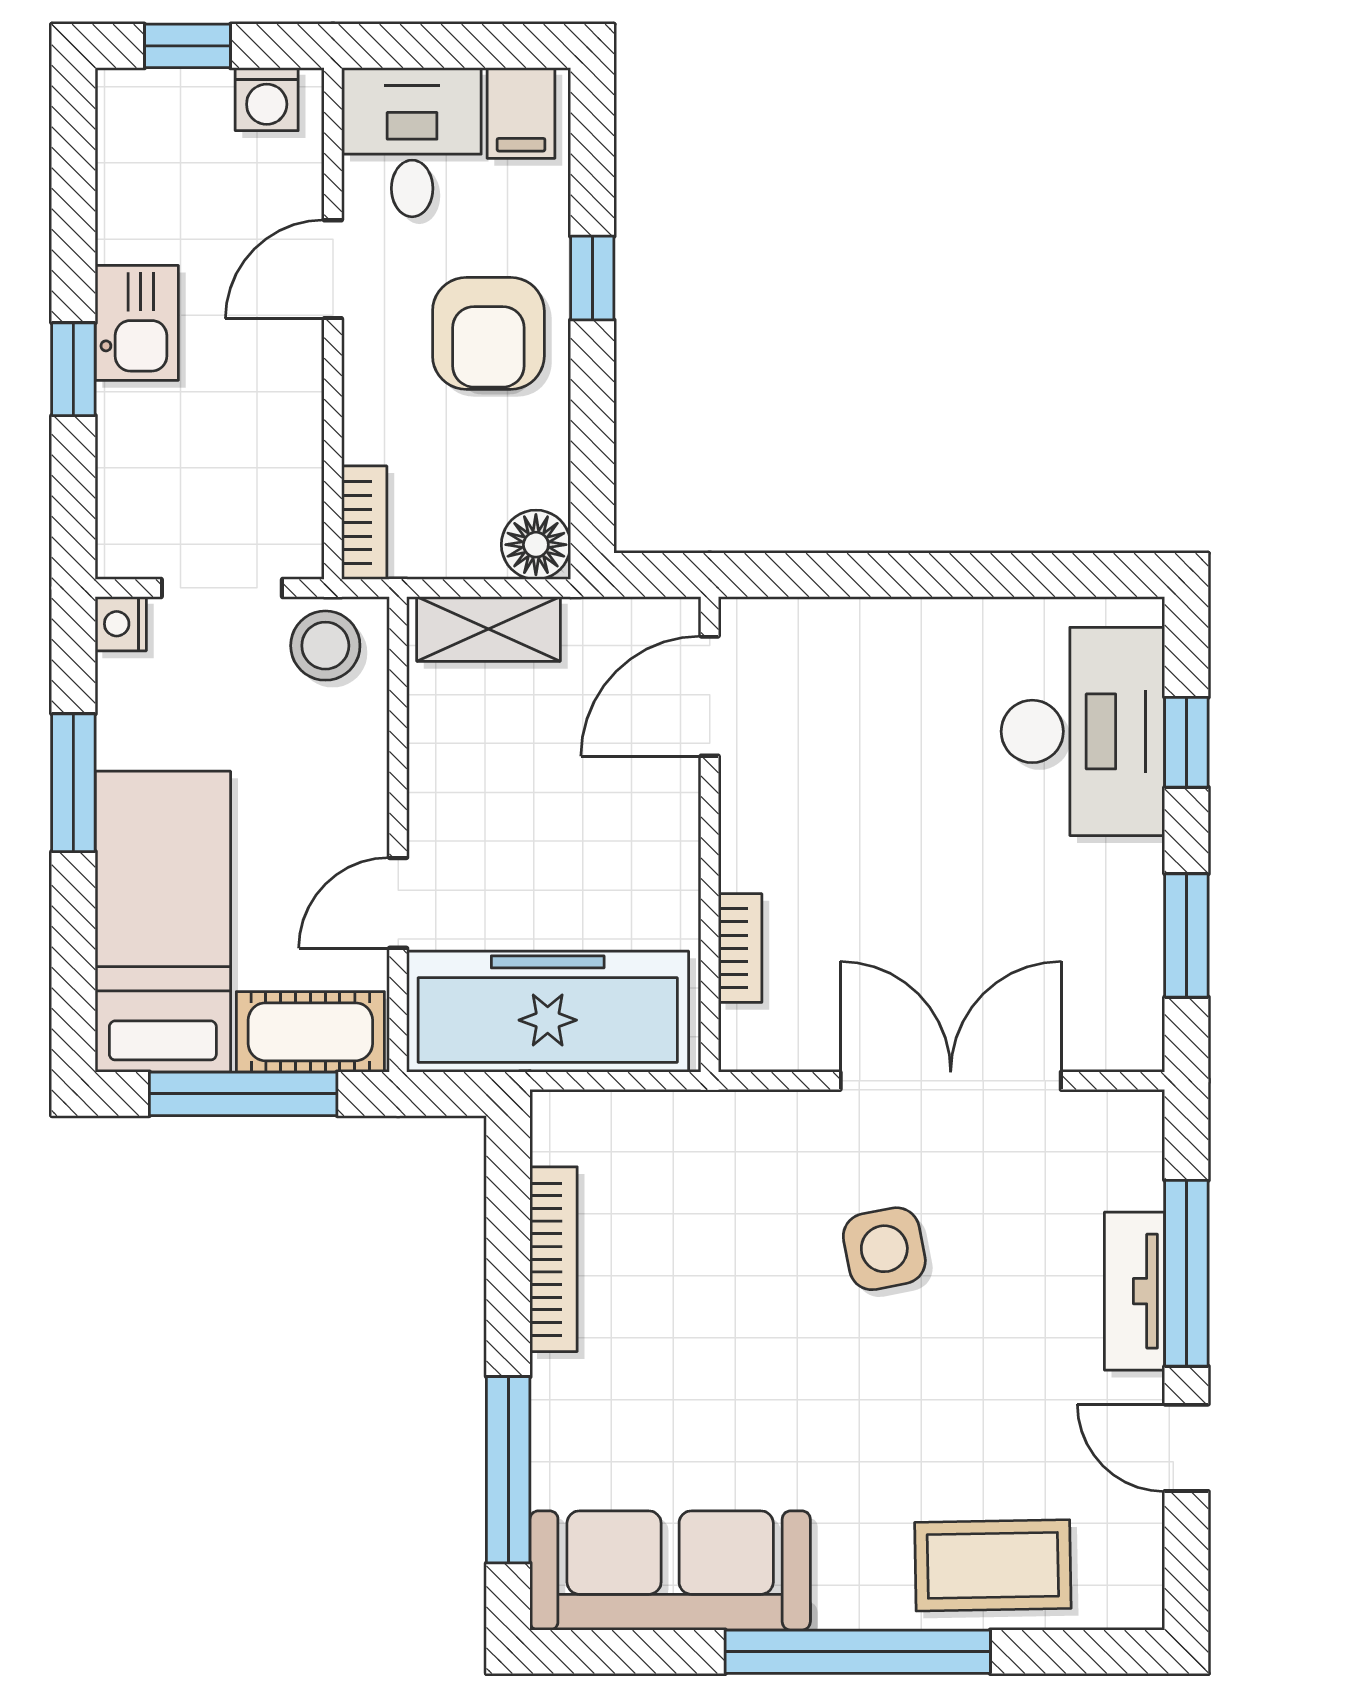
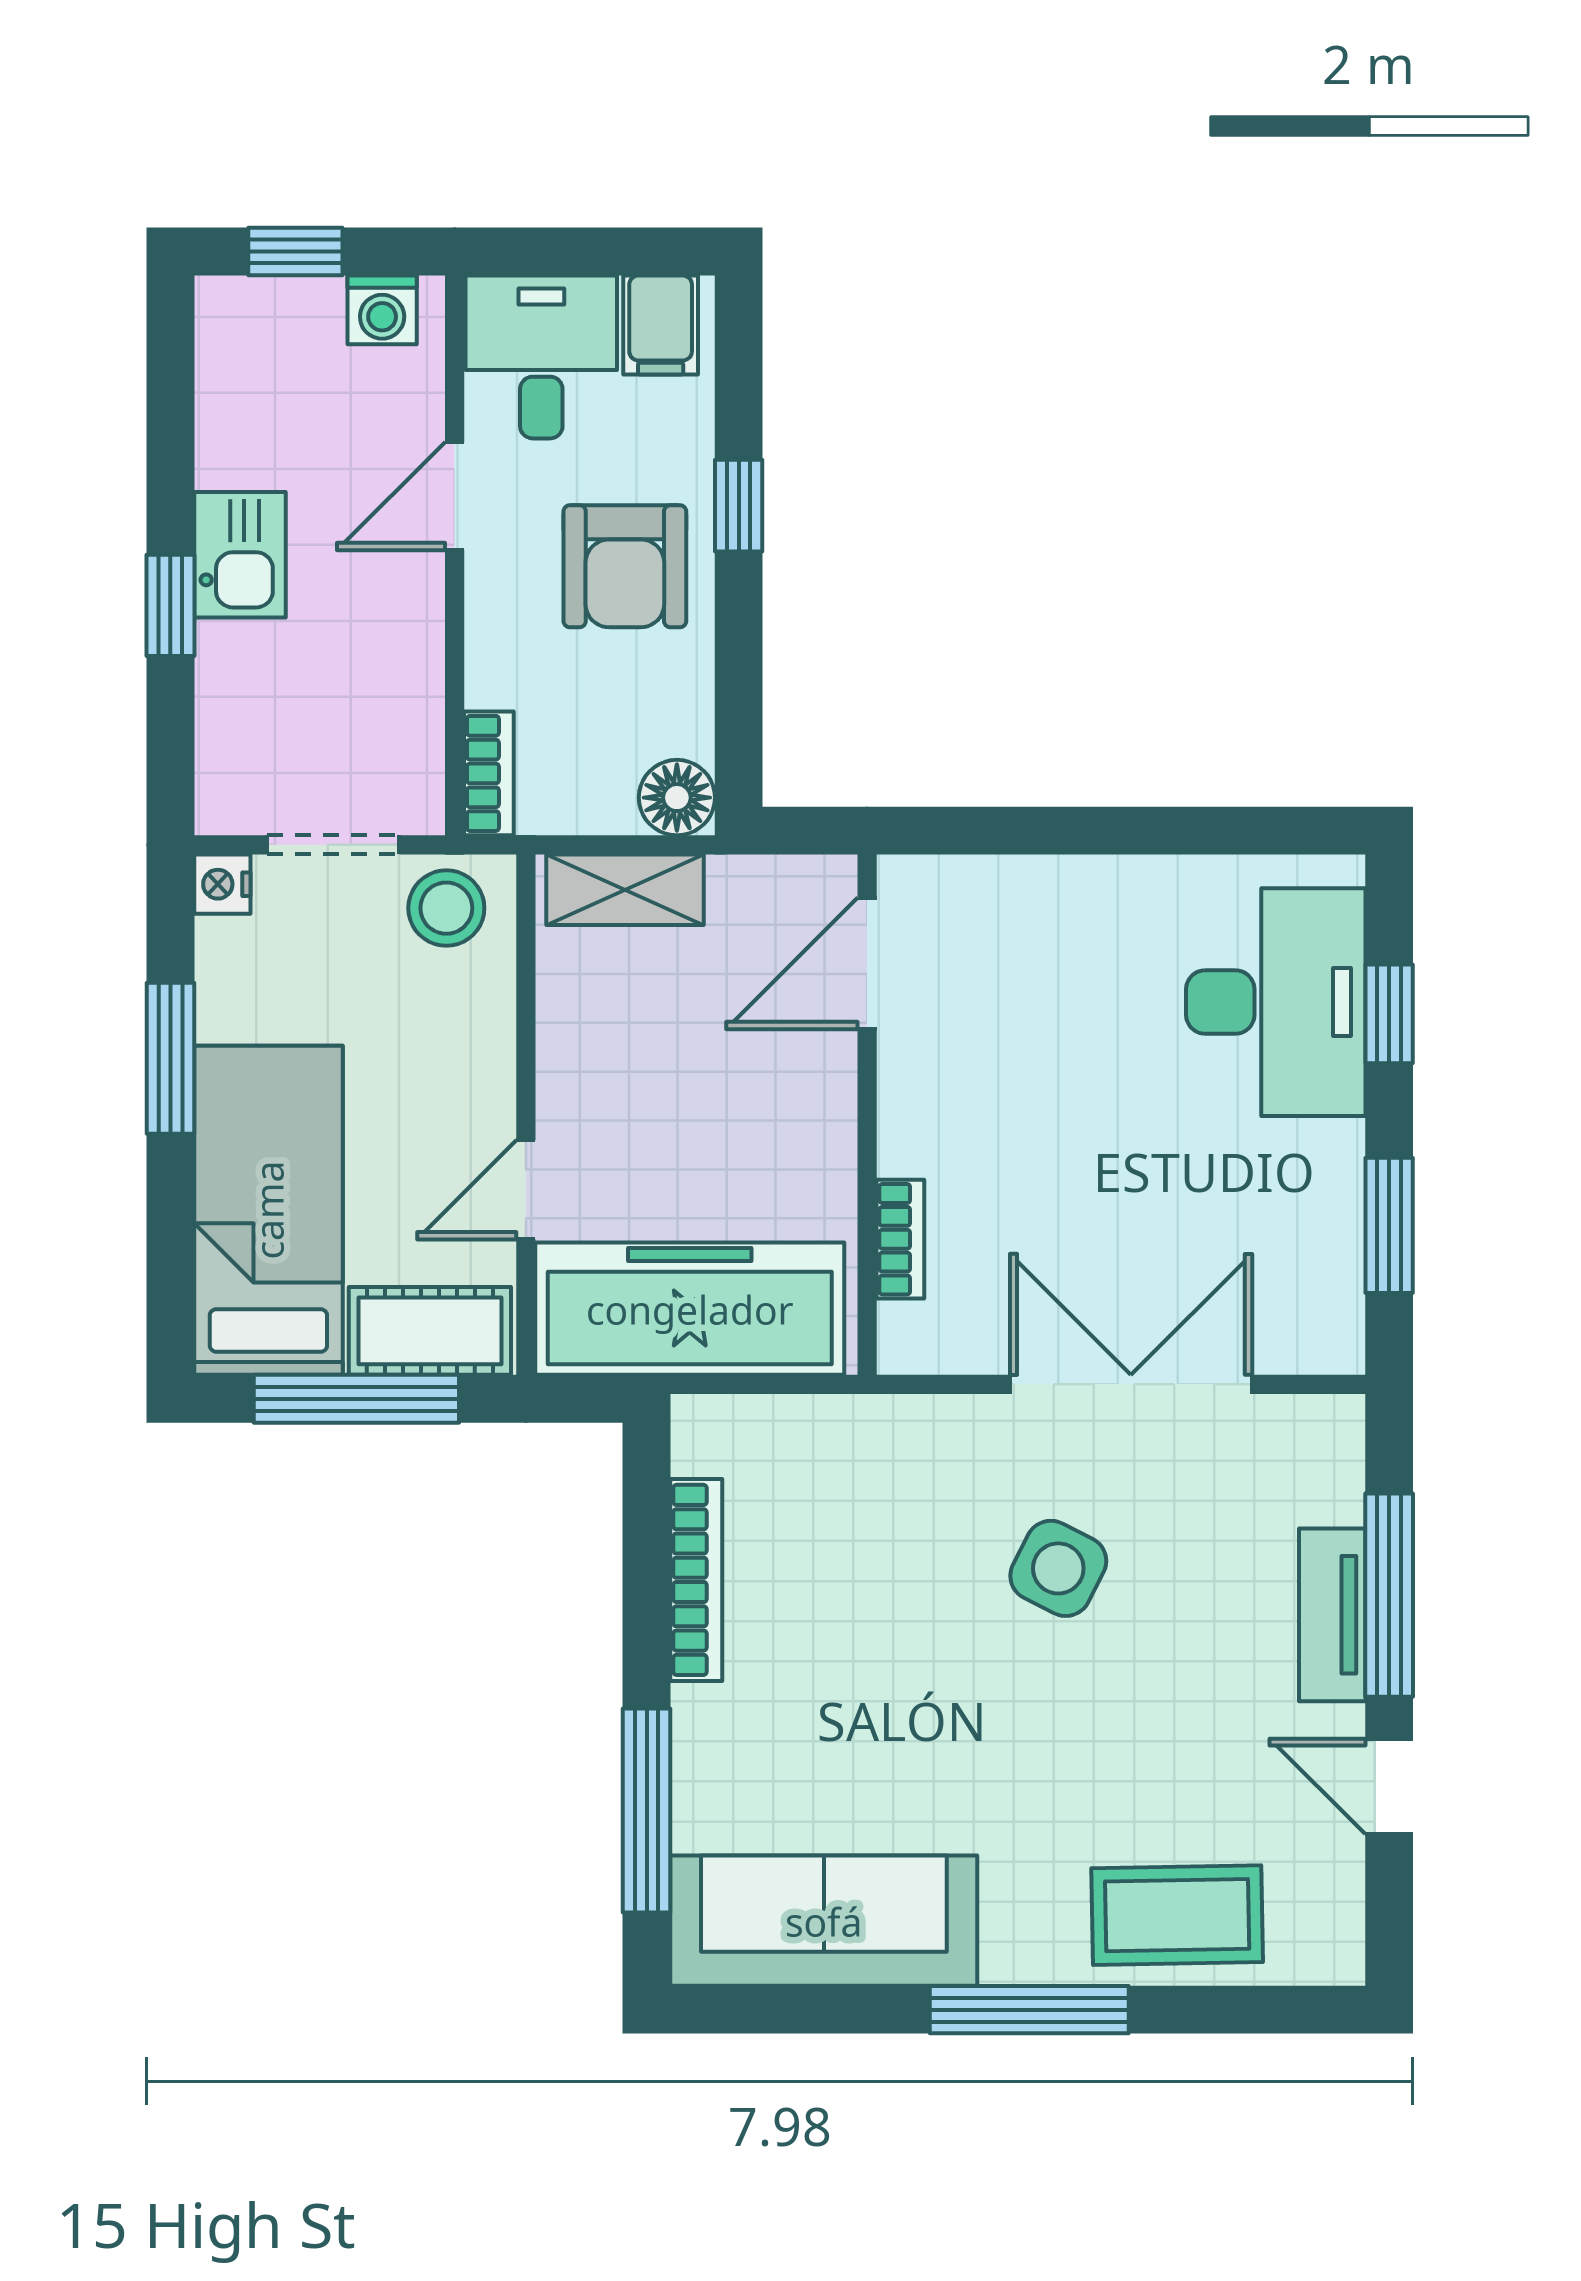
side table: (884, 1249) -> (1058, 1568), turned 38
window: (858, 1652) -> (1029, 2010), width x0.68

